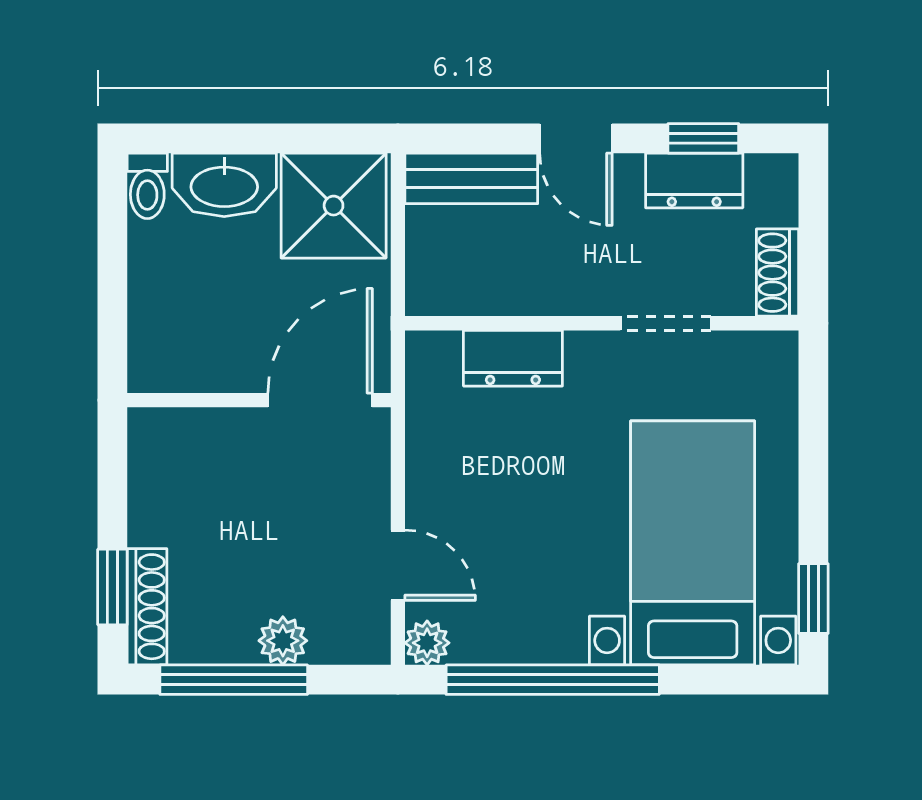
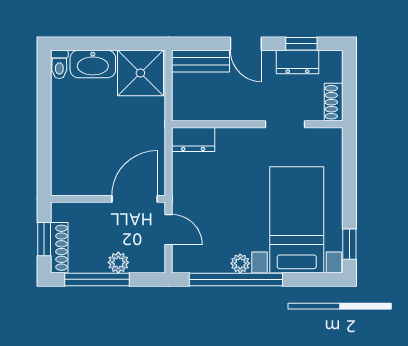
dresser: (513, 358) -> (193, 139), moved
wall: (259, 400) -> (108, 199), moved
door: (320, 400) -> (135, 199), moved
plant: (427, 643) -> (240, 263), moved

